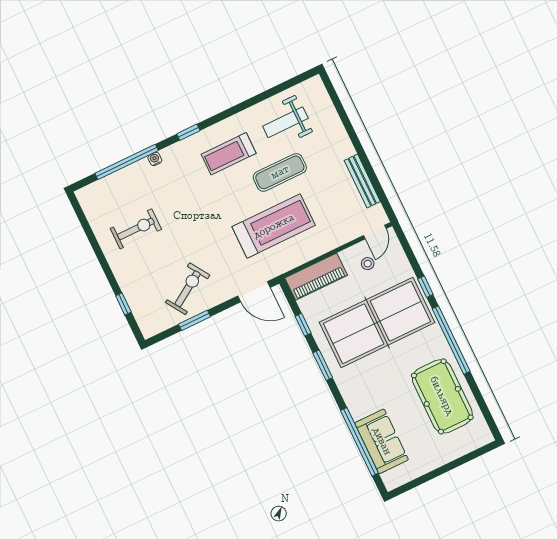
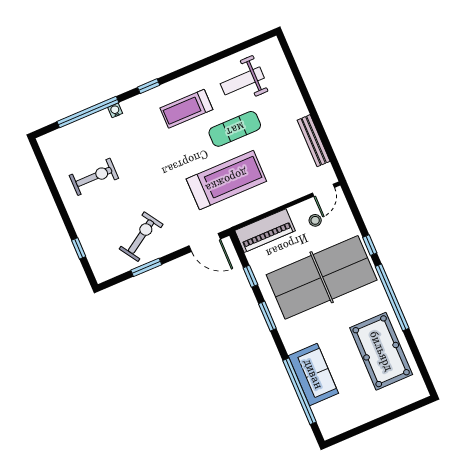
sofa: (382, 441) -> (313, 374), moved

